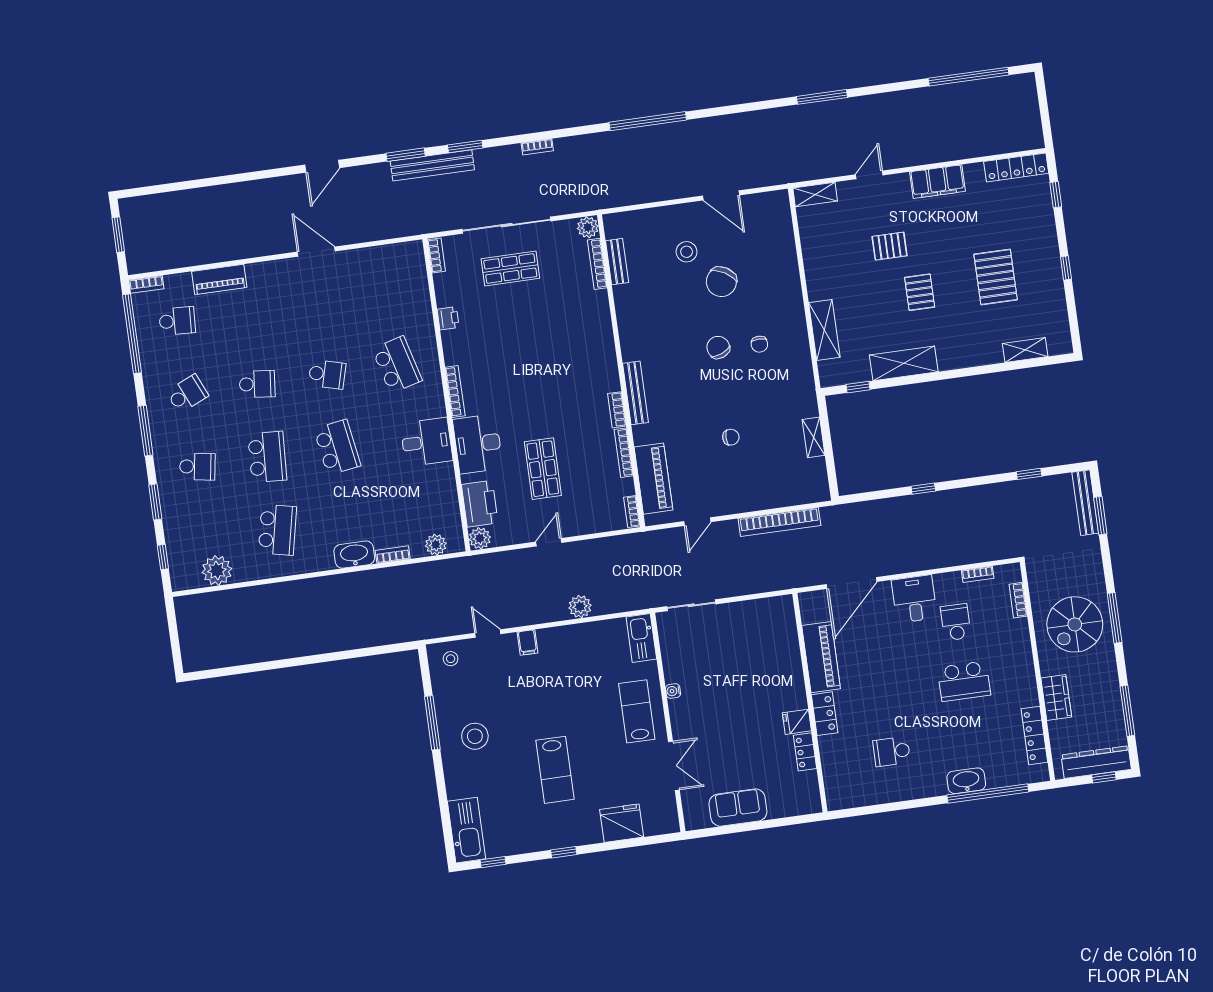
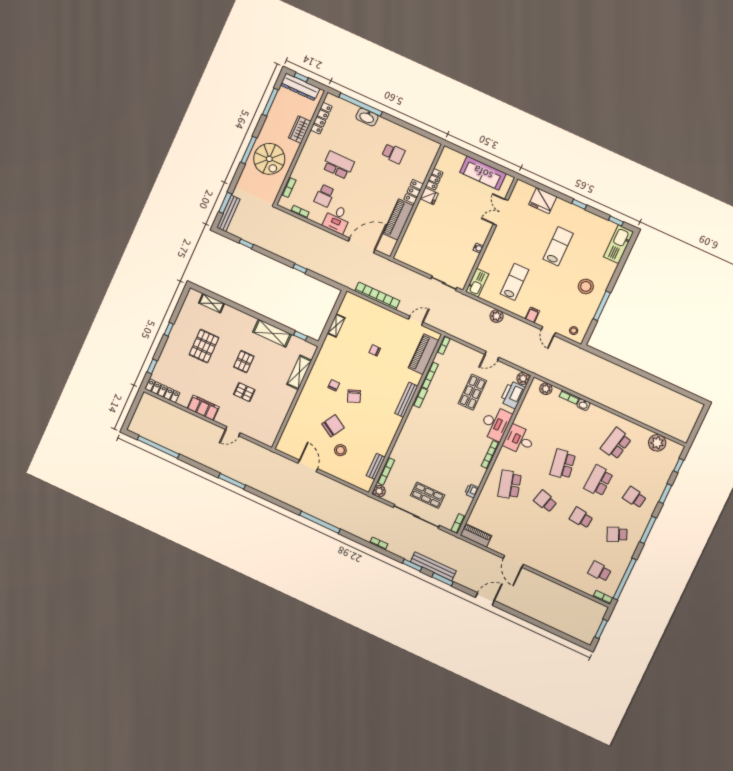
shelving: (815, 194) -> (264, 438), removed
piano: (219, 279) -> (476, 535), moved
washbasin: (354, 555) -> (583, 405), width x0.52, depth x0.69
spiral stairs: (1075, 624) -> (269, 159), turned 90
lab bench: (637, 711) -> (515, 282), moved, turned 180
sofa: (738, 808) -> (483, 173), width x1.36

